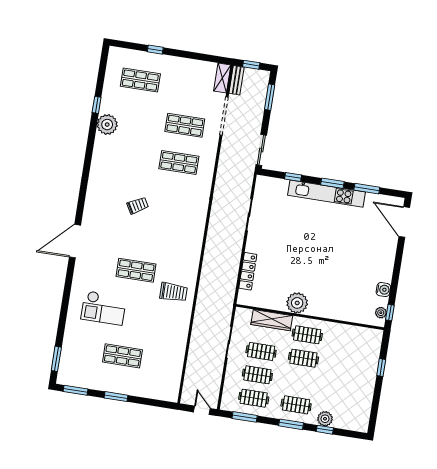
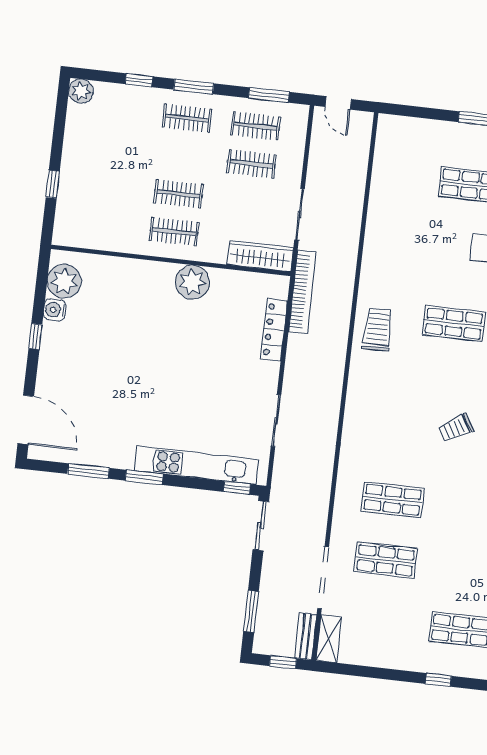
window: (293, 177) -> (237, 488), moved
kitchen unit: (326, 194) -> (196, 465), moved
trolley: (174, 292) -> (377, 330), moved, turned 90
bookcase: (229, 294) -> (302, 292), added
plant: (381, 313) -> (64, 281), width x1.87, depth x1.87
window: (390, 313) -> (35, 337), moved
wardrobe: (272, 320) -> (260, 256), moved
clothes rail: (261, 351) -> (247, 202), removed
plant: (325, 419) -> (81, 91), moved

